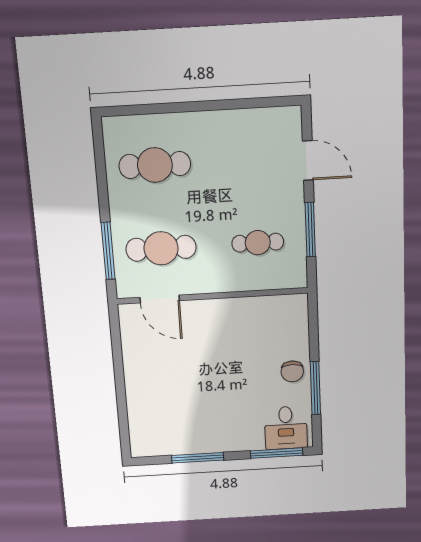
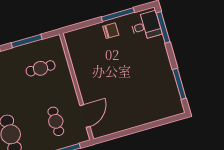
cafe table: (258, 243) -> (41, 68), turned 90
cafe table: (161, 248) -> (56, 121), width x0.73, depth x0.74
window: (198, 458) -> (179, 84), moved

